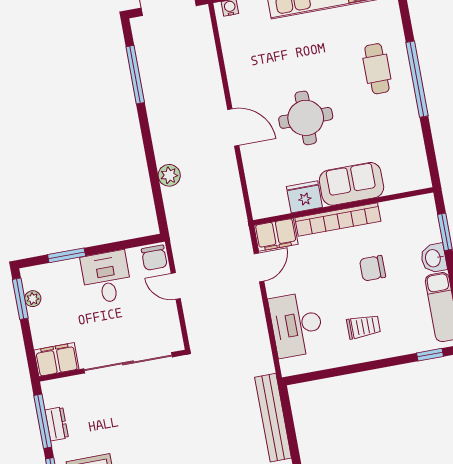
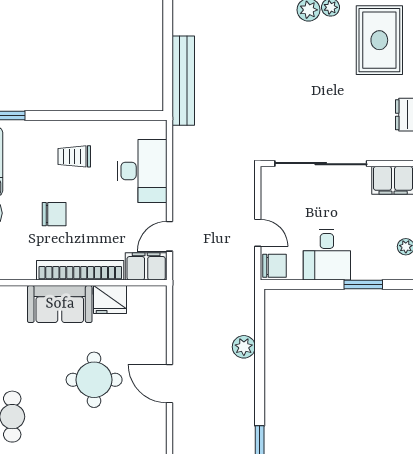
chair: (154, 258) -> (274, 266), turned 90

